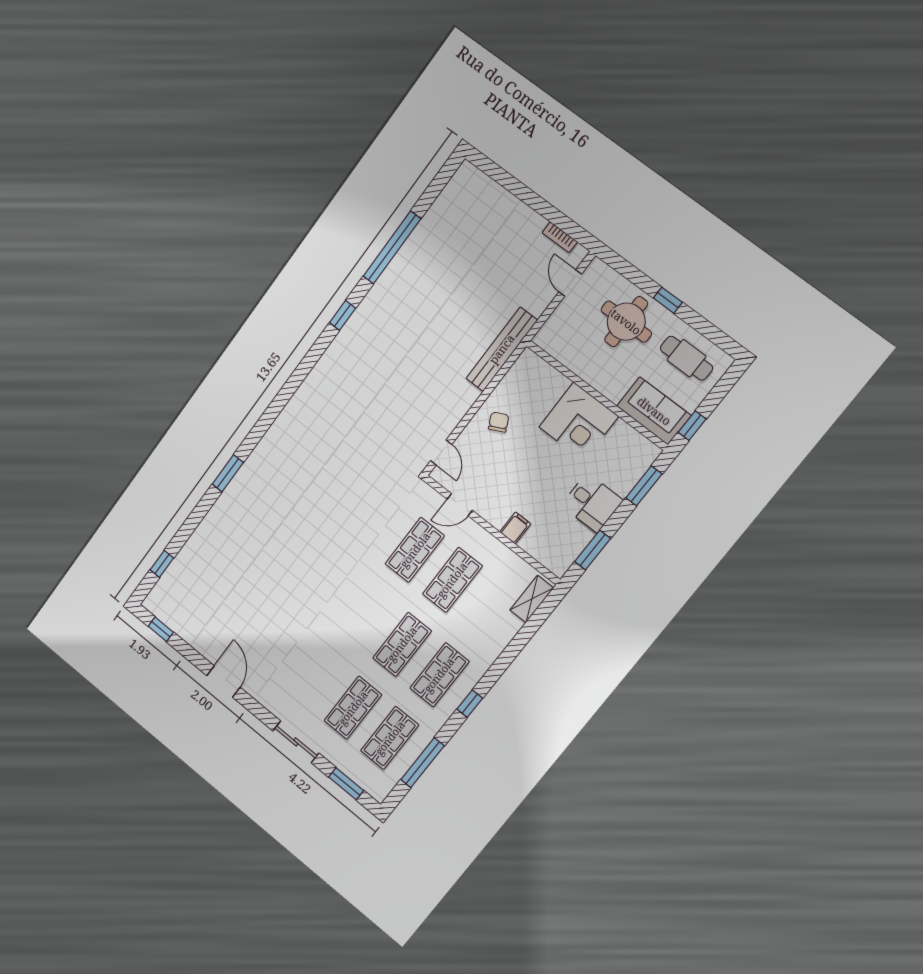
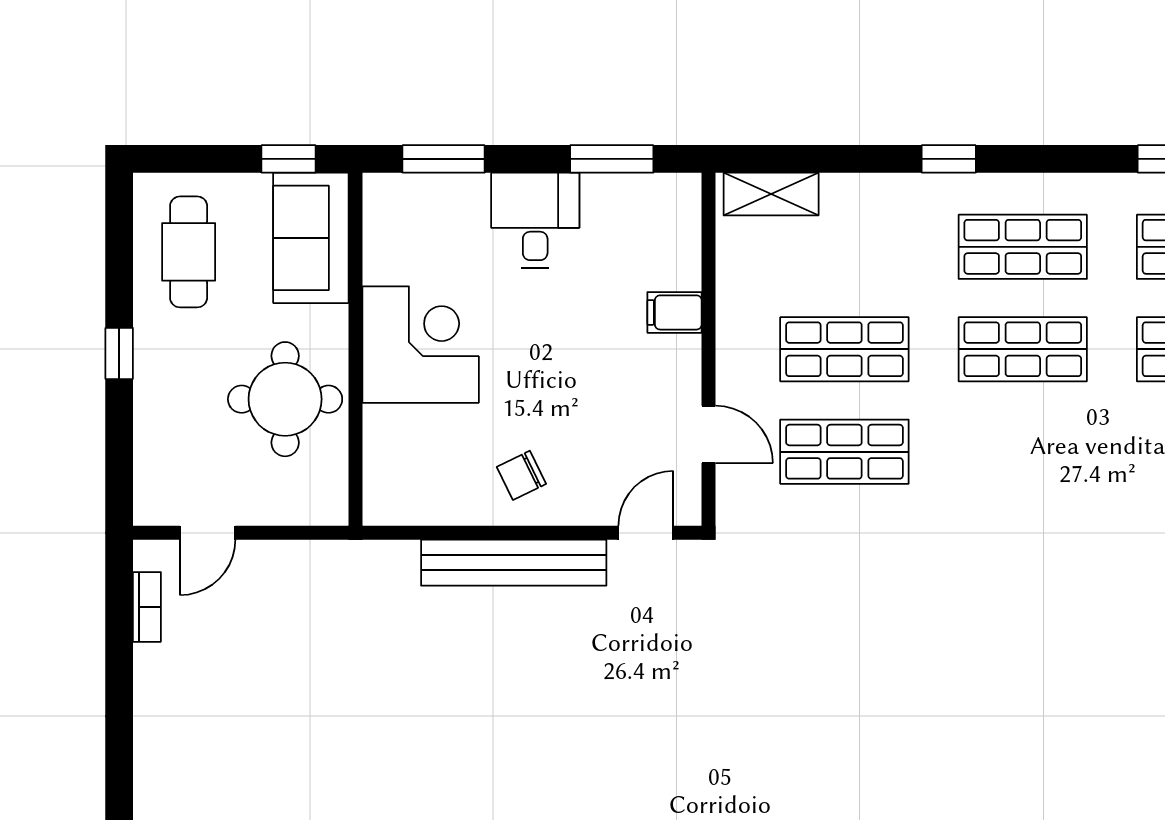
round table: (626, 322) -> (285, 399), moved
bench: (502, 349) -> (514, 563), moved
window: (470, 704) -> (949, 159), moved

